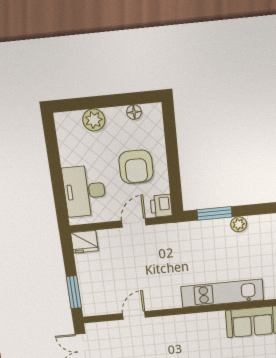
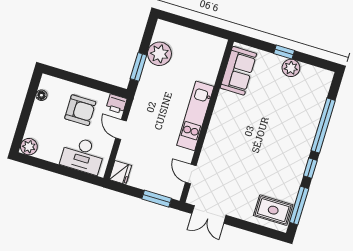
plant: (94, 120) -> (29, 147), moved
plant: (239, 224) -> (159, 54), width x1.88, depth x1.88
kitchen unit: (222, 293) -> (195, 116), moved
door: (134, 315) -> (191, 174), moved

